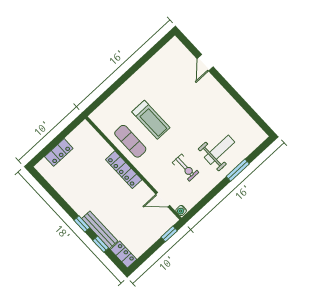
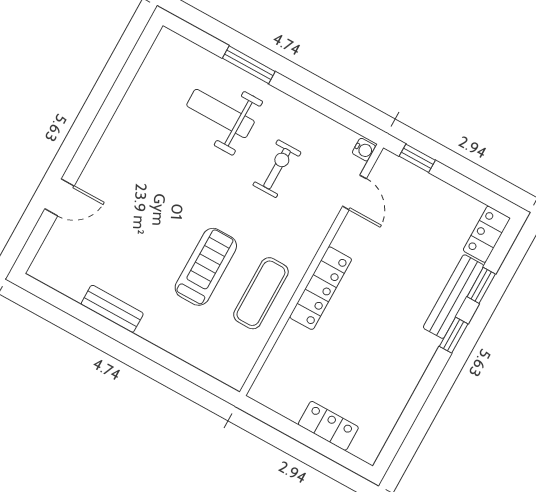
bench: (146, 70) -> (112, 309), added

